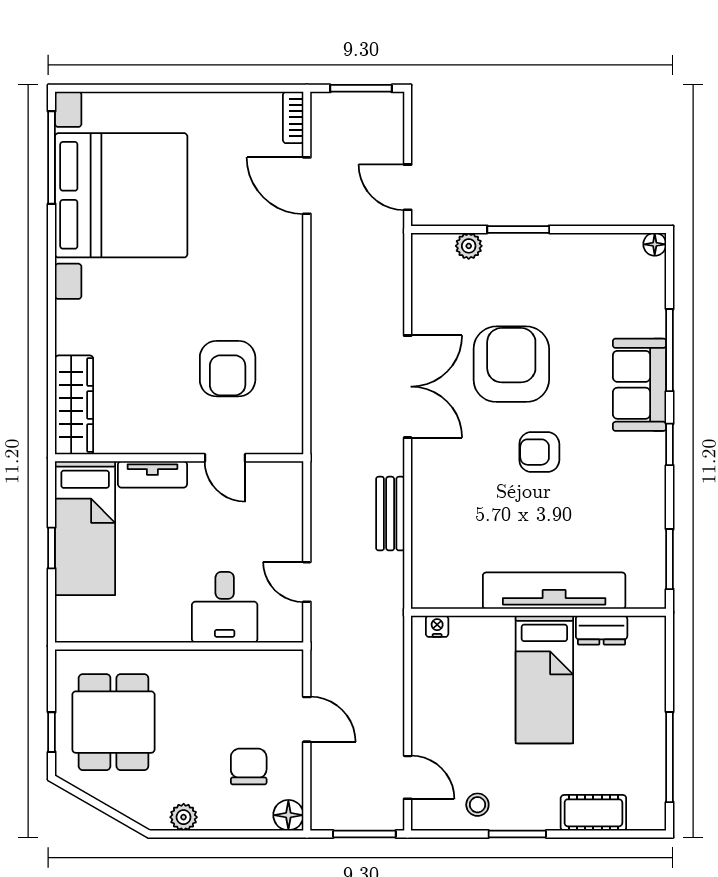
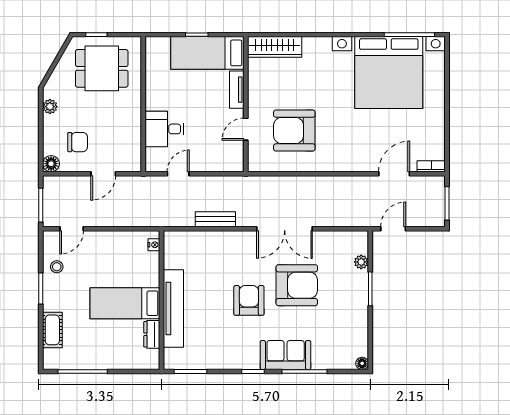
armchair: (228, 369) -> (294, 131), width x1.36, depth x1.36
armchair: (539, 452) -> (249, 300), width x1.38, depth x1.38

